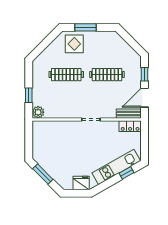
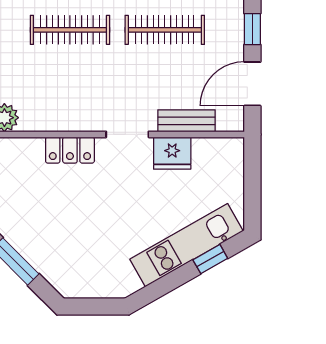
bench: (129, 114) -> (187, 121), moved
locker: (130, 126) -> (70, 150), moved
fridge: (81, 183) -> (172, 153), moved, turned 180

